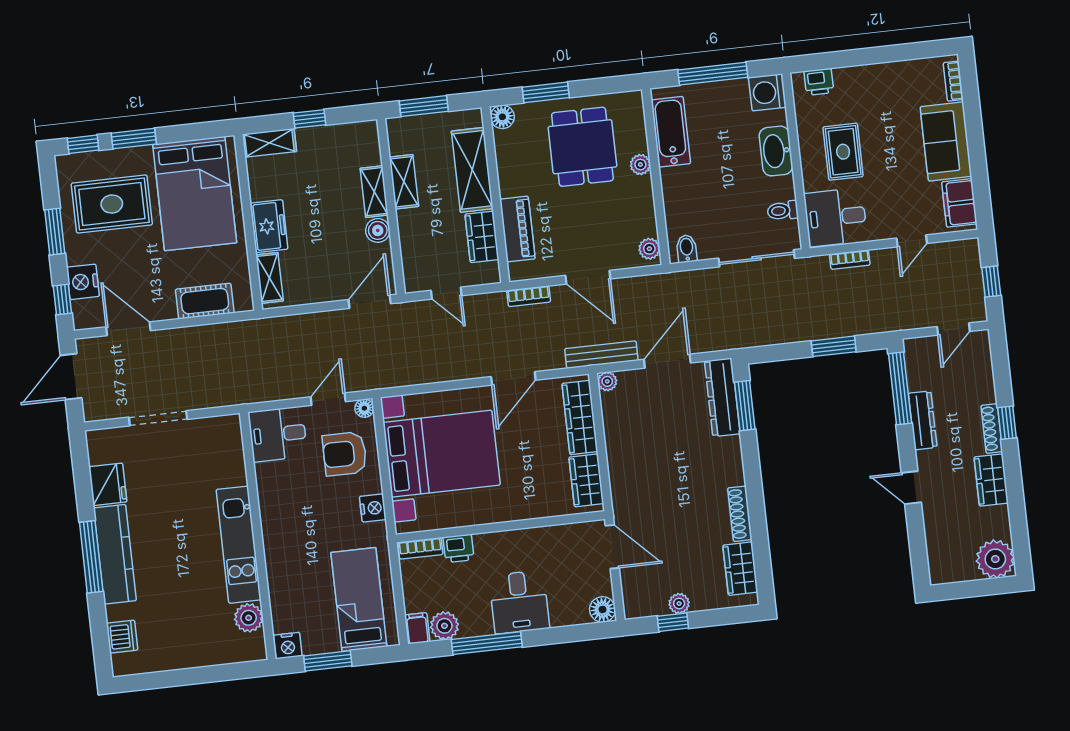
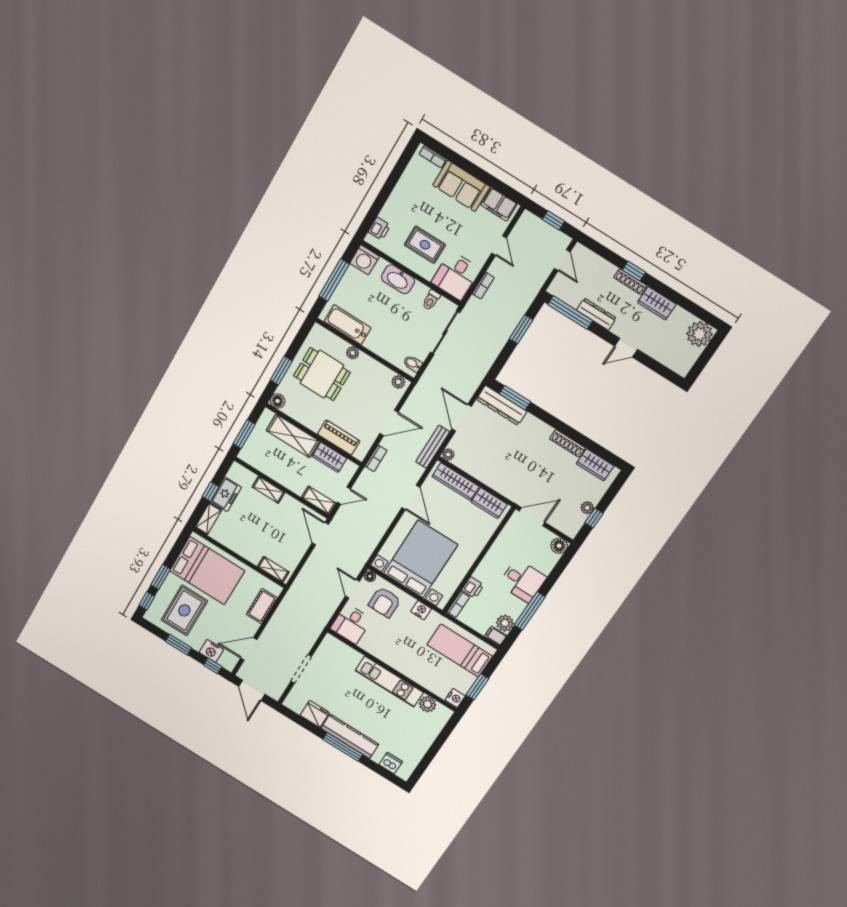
shelving: (404, 182) -> (319, 500), moved
freezer: (269, 226) -> (226, 494), moved, turned 90
boiler: (378, 230) -> (289, 503), removed

